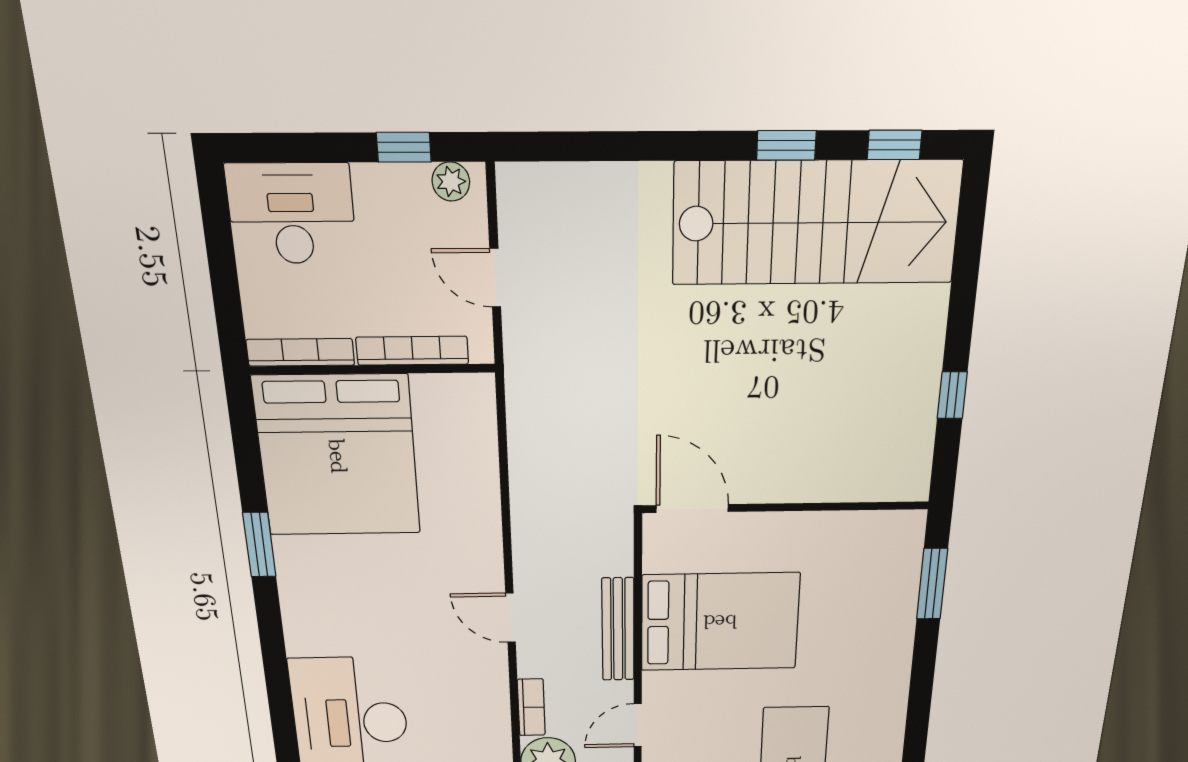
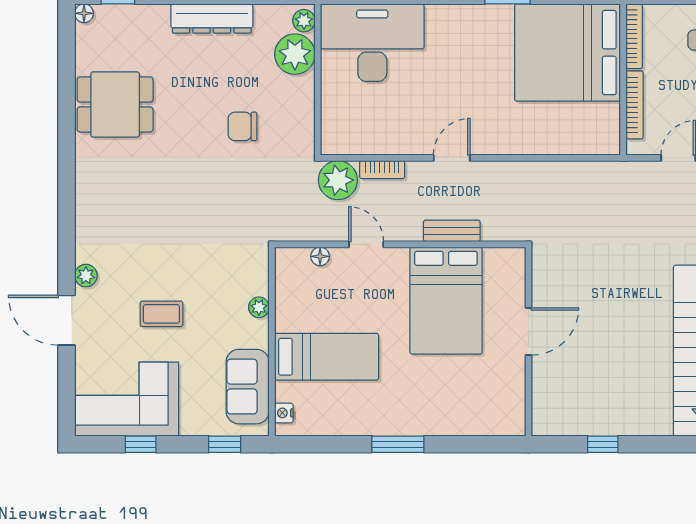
door: (692, 509) -> (529, 332), moved
window: (932, 584) -> (398, 444), moved
bench: (618, 629) -> (452, 231), width x0.73

